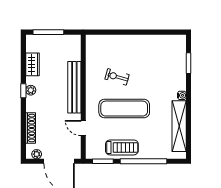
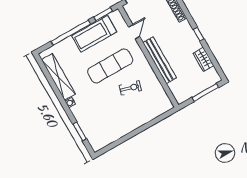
plant: (31, 90) -> (193, 38), removed
door: (83, 128) -> (134, 32), hinge flipped
treadmill: (122, 147) -> (94, 34), width x1.37, depth x1.38

